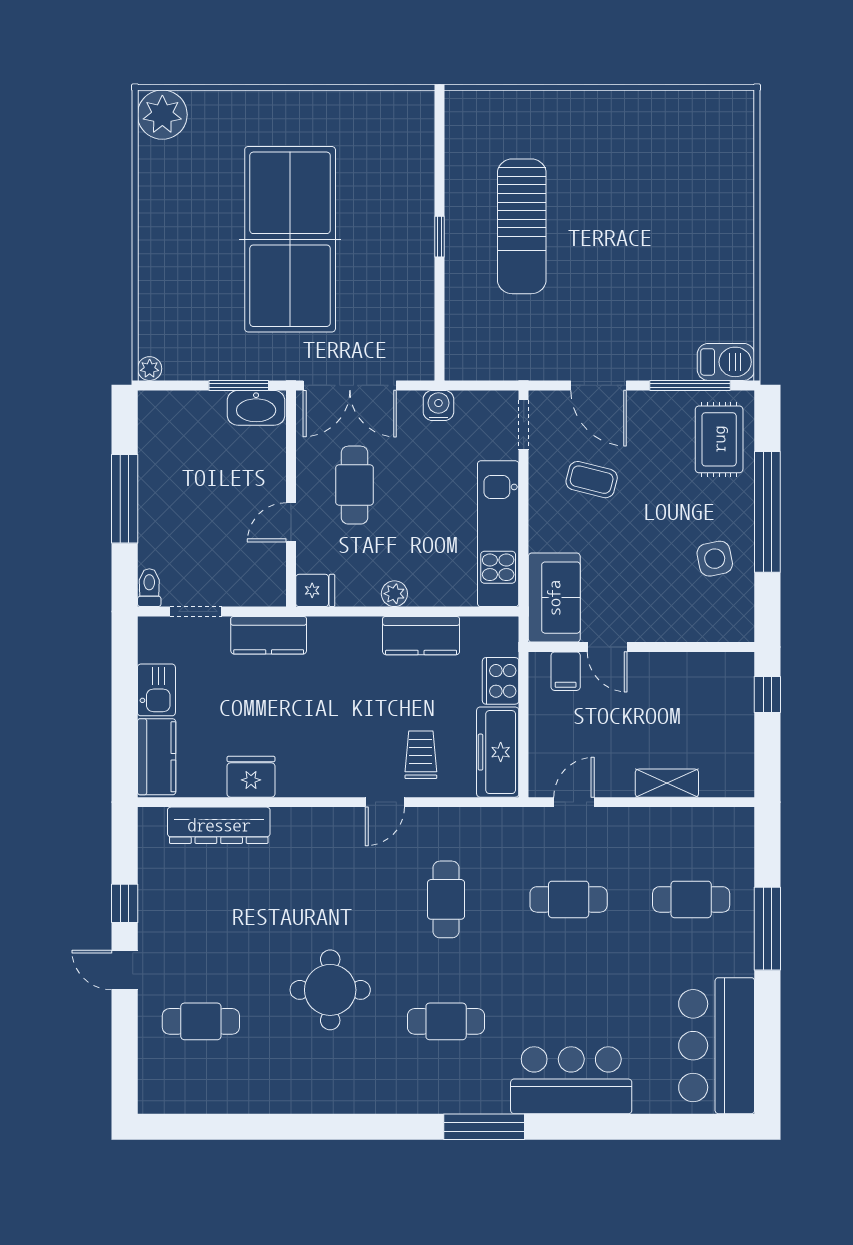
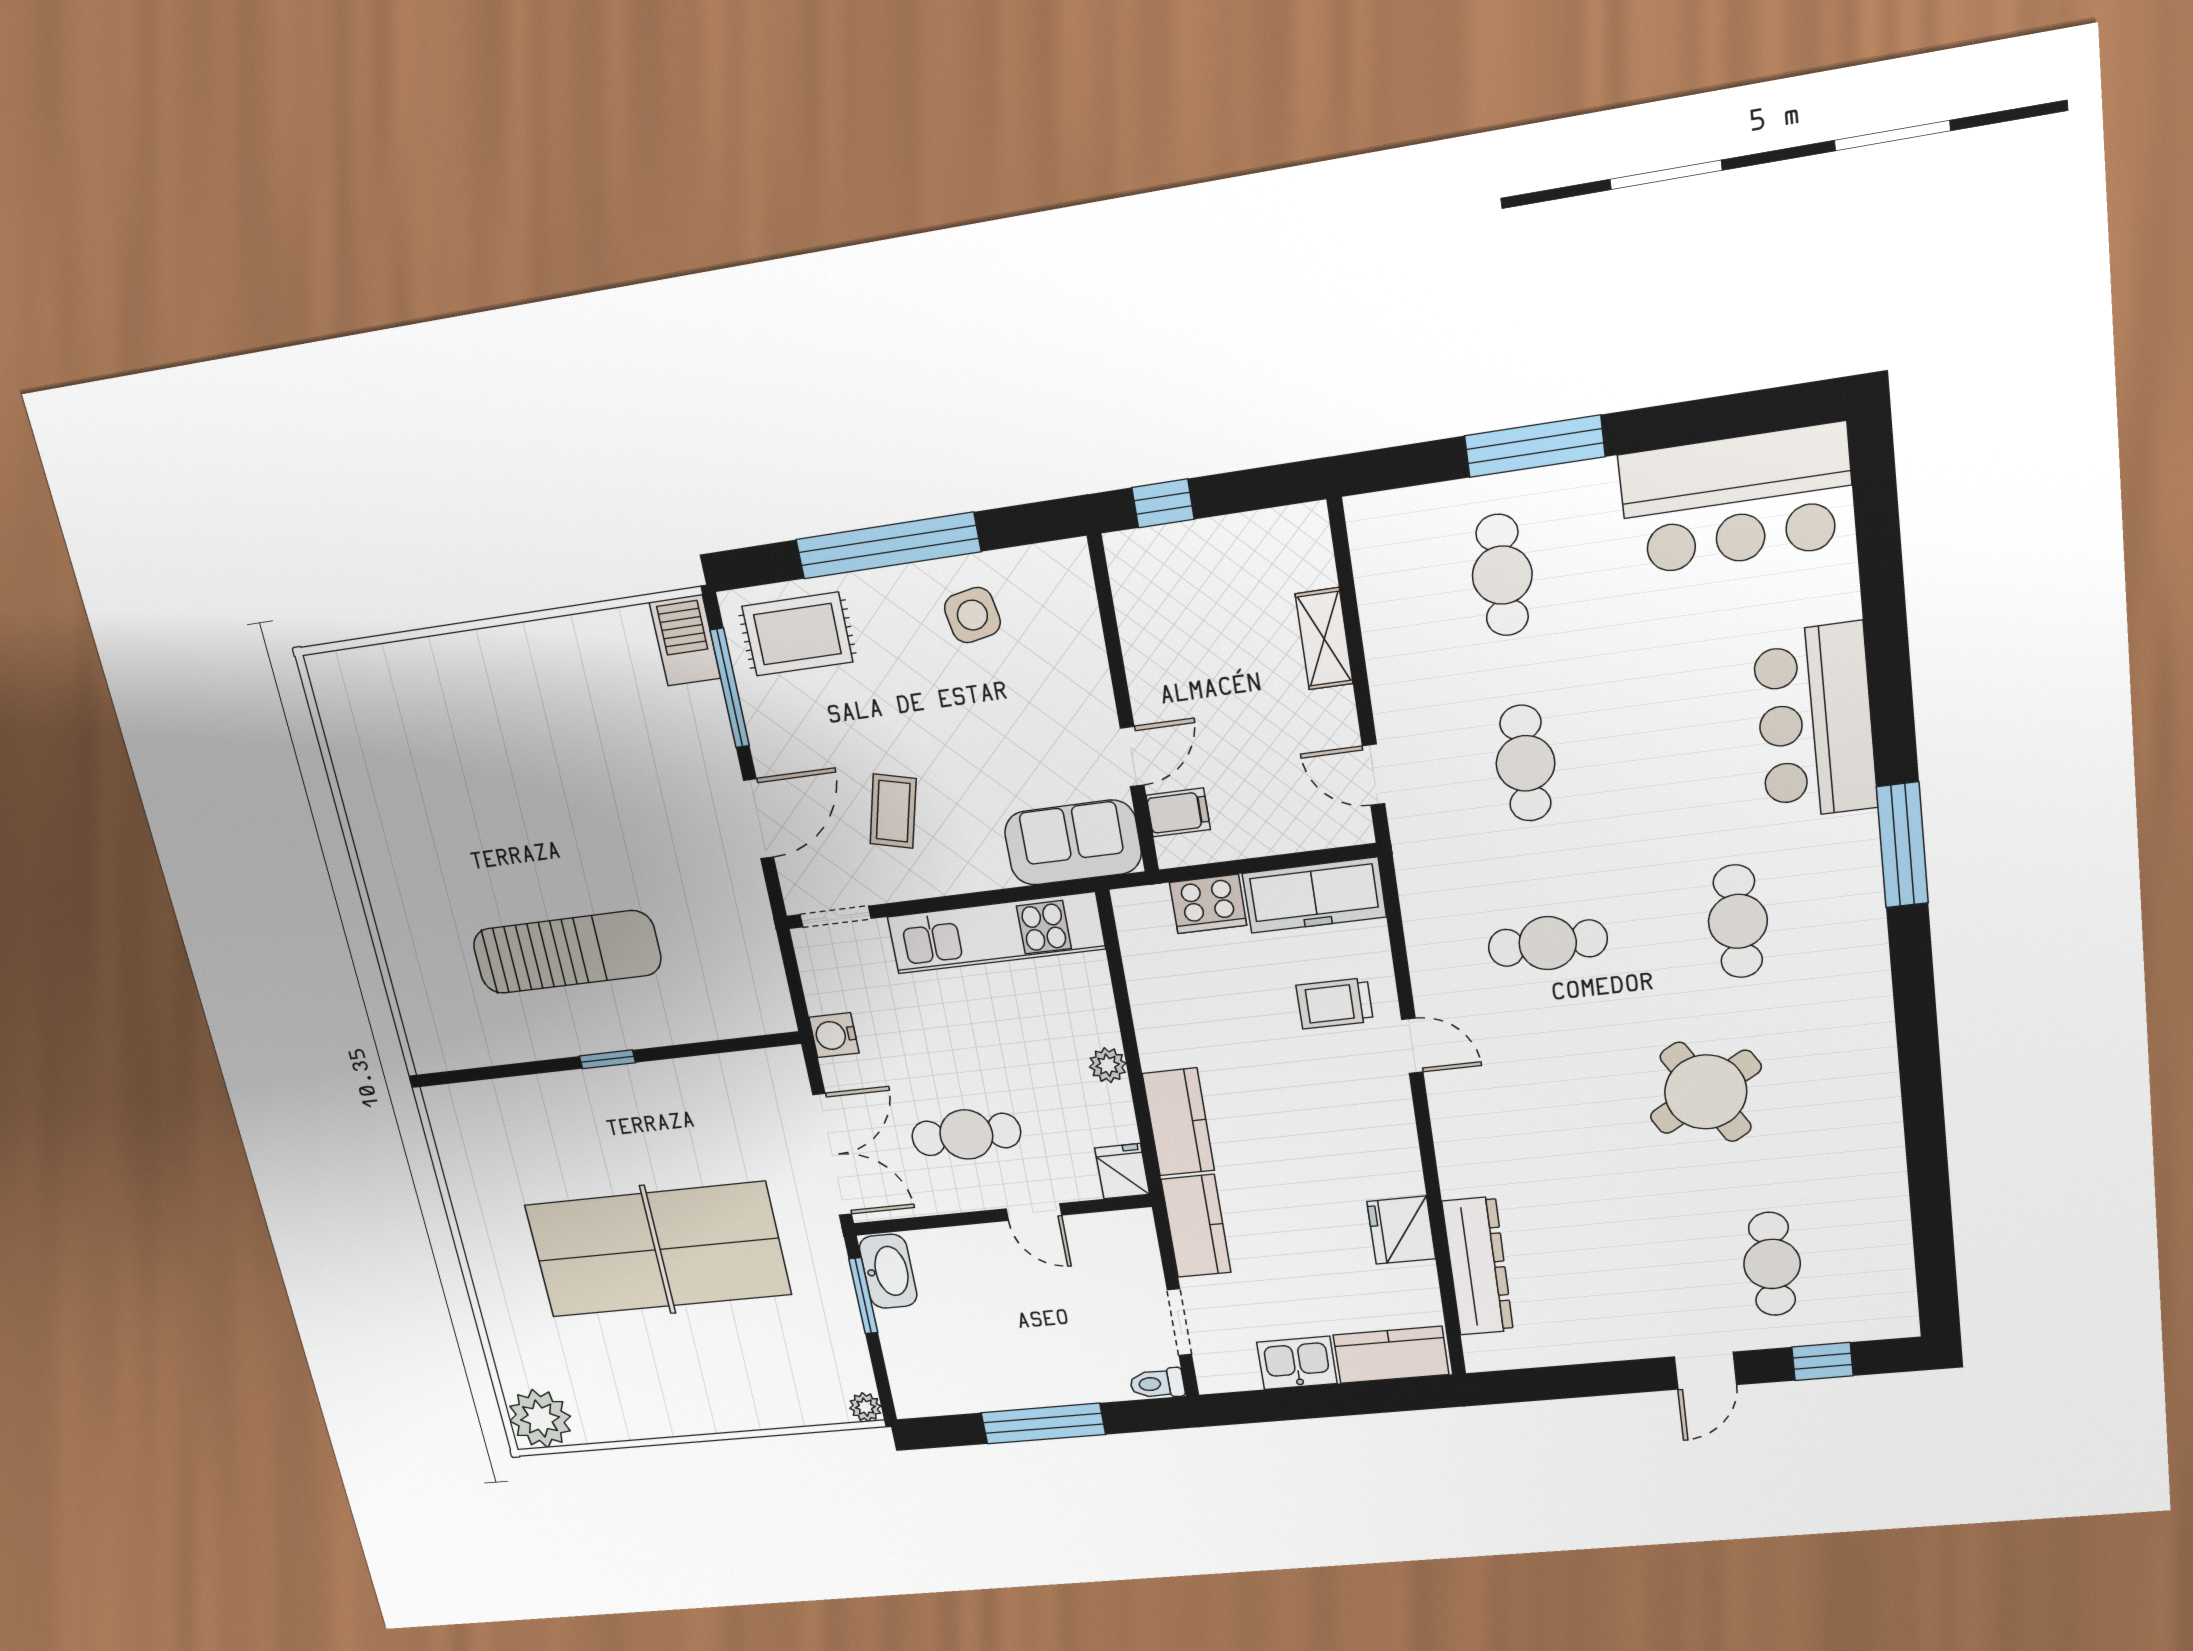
kitchen counter: (421, 636) -> (1178, 1122), moved
window: (125, 903) -> (1823, 1361), moved
round table: (330, 990) -> (1706, 1092), turned -31

